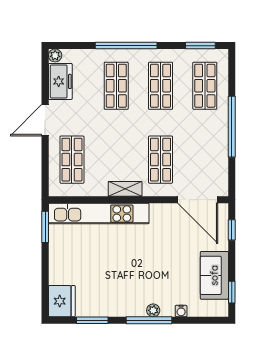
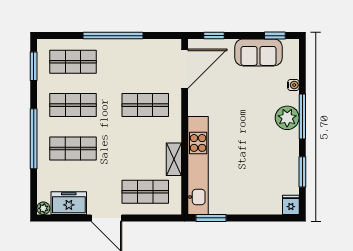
shelving: (125, 189) -> (174, 159), moved
fridge: (62, 301) -> (291, 205), width x0.53, depth x0.75
plant: (153, 310) -> (287, 118), width x1.88, depth x1.88

